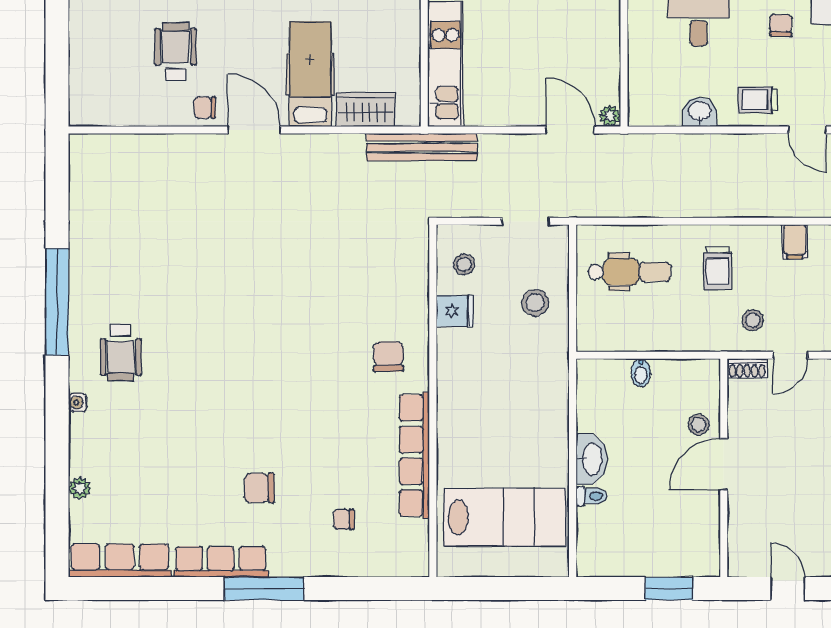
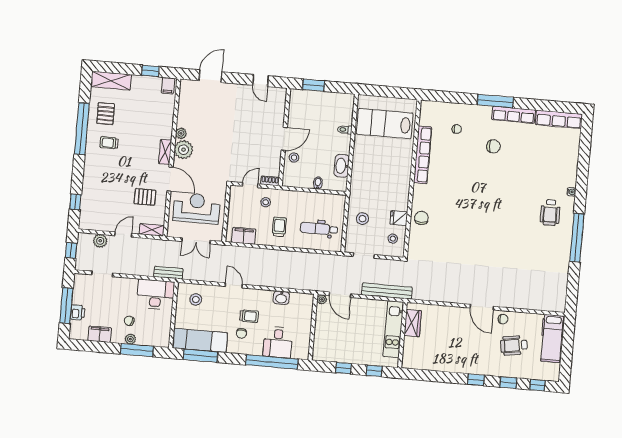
wheelchair: (176, 51) -> (514, 345), turned 81
hospital bed: (310, 74) -> (552, 338), moved
trolley: (758, 100) -> (249, 316), moved
wardrobe: (366, 110) -> (413, 323), moved, turned -90
bench: (422, 147) -> (387, 291), moved
filing cabinet: (795, 242) -> (244, 236), width x2.00
wheelchair: (121, 353) -> (550, 213), turned 180
chair: (388, 356) -> (421, 218), moved, turned 180
washbasin: (591, 459) -> (342, 166), moved
plant: (80, 488) -> (574, 153), removed

